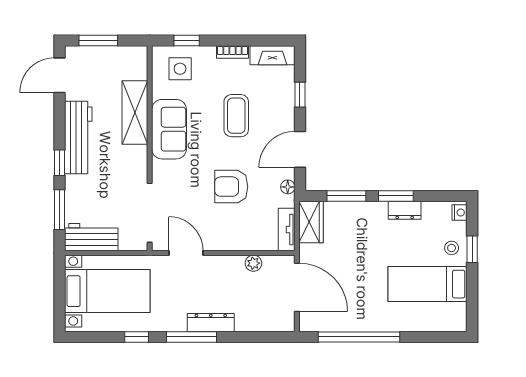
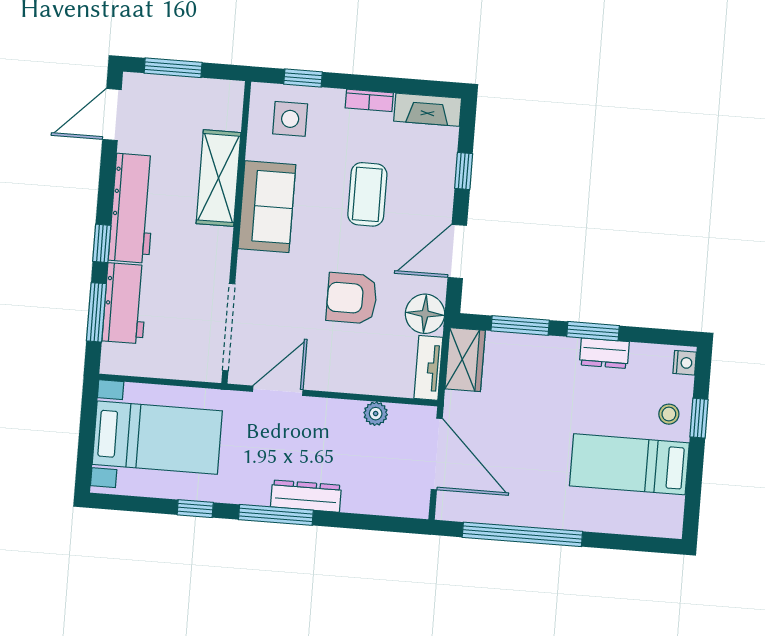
floor lamp: (288, 187) -> (425, 314), width x1.89, depth x1.89
workbench: (91, 237) -> (125, 303), moved, turned 90
door: (186, 253) -> (278, 391), hinge flipped

